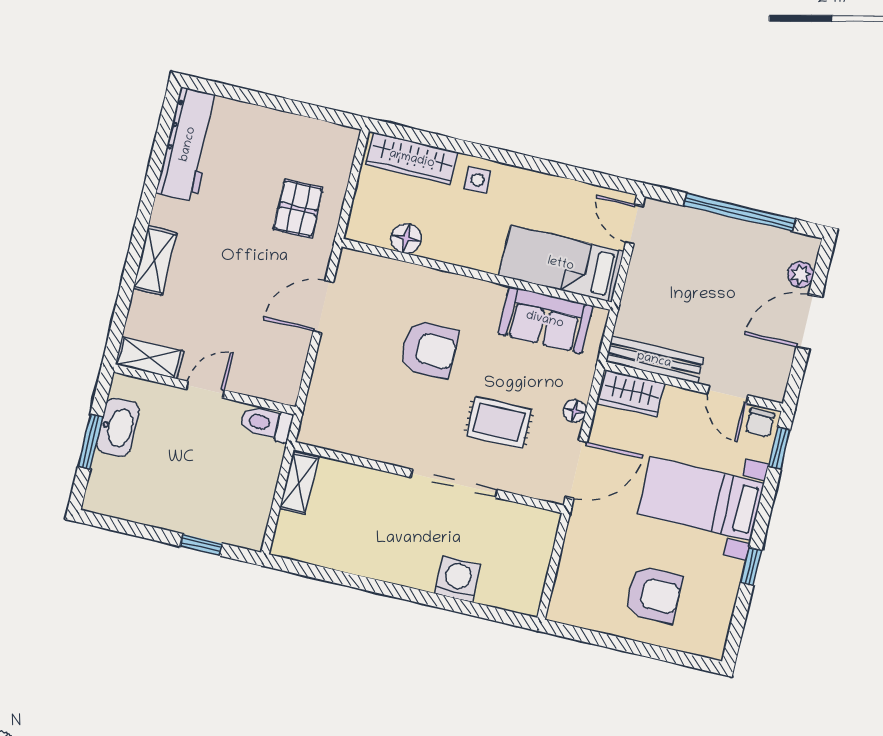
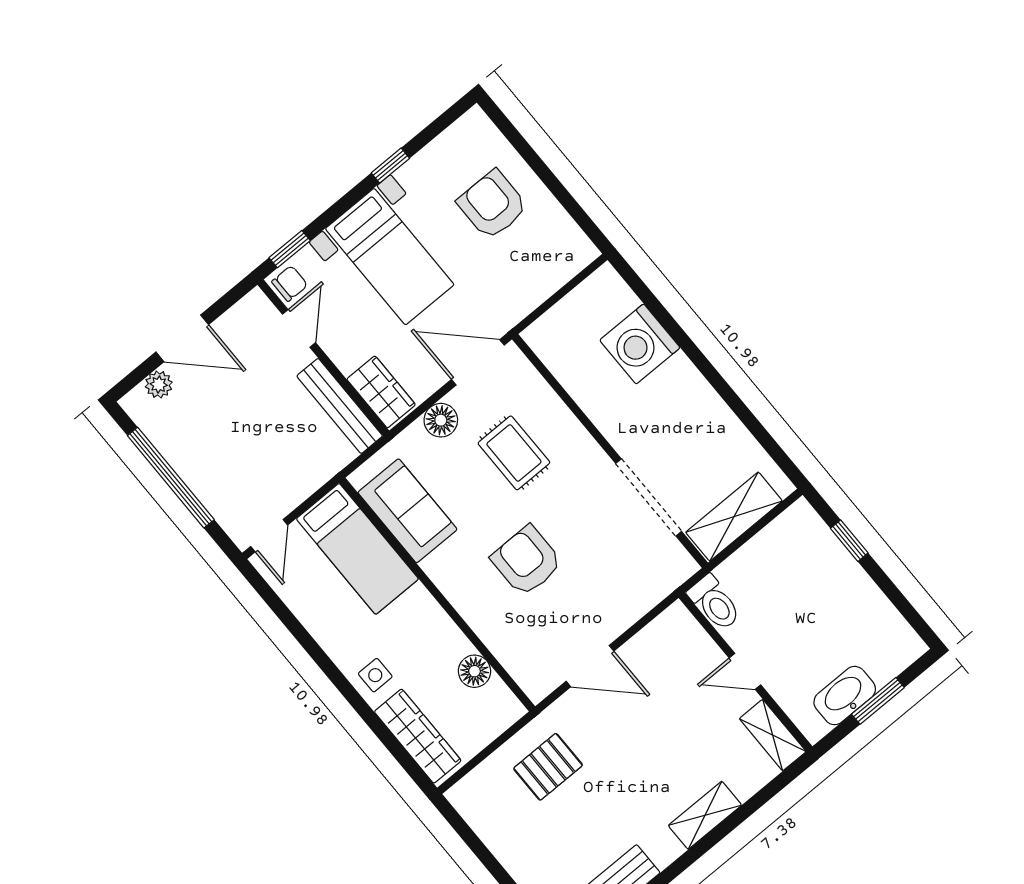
floor lamp: (575, 411) -> (441, 420), width x1.37, depth x1.37
shelving: (299, 483) -> (734, 517), width x1.50, depth x1.33
doorway: (454, 484) -> (649, 497), moved
washing machine: (458, 579) -> (640, 344), width x1.37, depth x1.37

